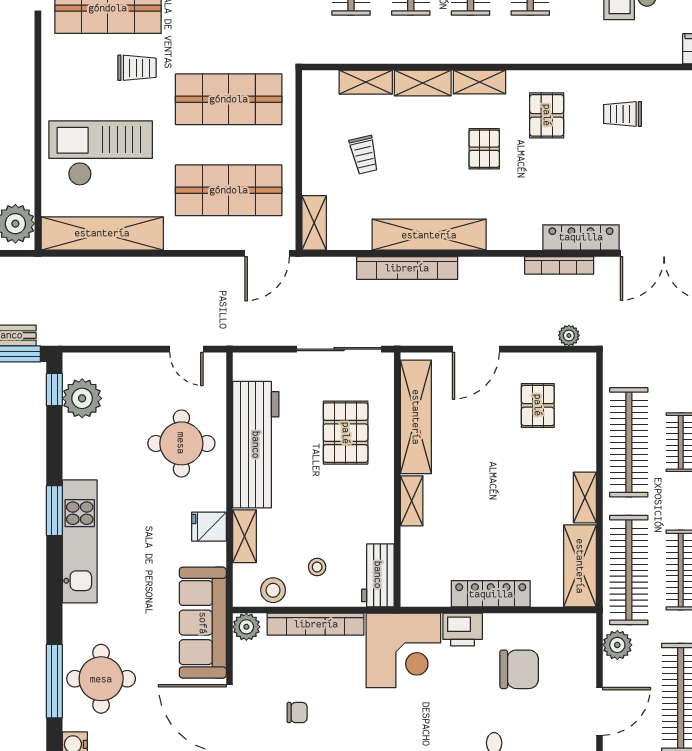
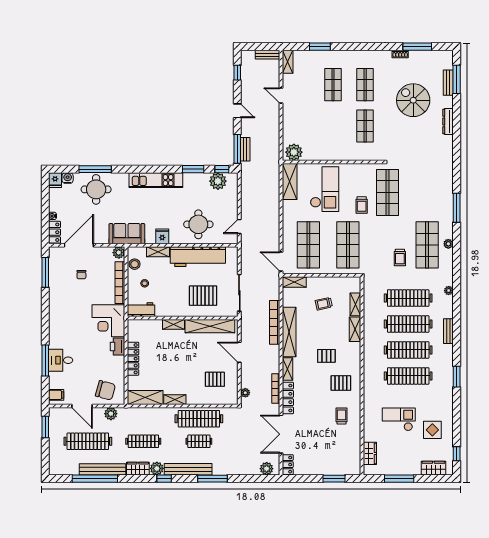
shelving: (480, 82) -> (287, 369), moved
shelving: (102, 233) -> (290, 181), width x0.68
window: (54, 511) -> (193, 169), moved
clothes rail: (629, 570) -> (143, 419), removed
sofa: (203, 623) -> (127, 234), width x0.73
chair: (519, 669) -> (105, 390), moved, turned -75

